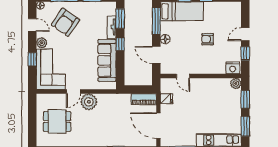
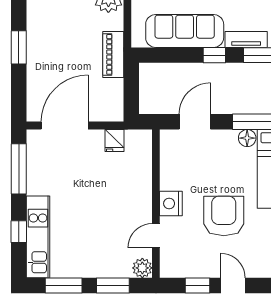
floor lamp: (165, 39) -> (247, 138), moved
armchair: (208, 39) -> (224, 216), width x1.88, depth x1.88
nightstand: (233, 68) -> (171, 204), moved
door: (183, 76) -> (156, 236), moved
piano: (144, 99) -> (113, 54), moved

